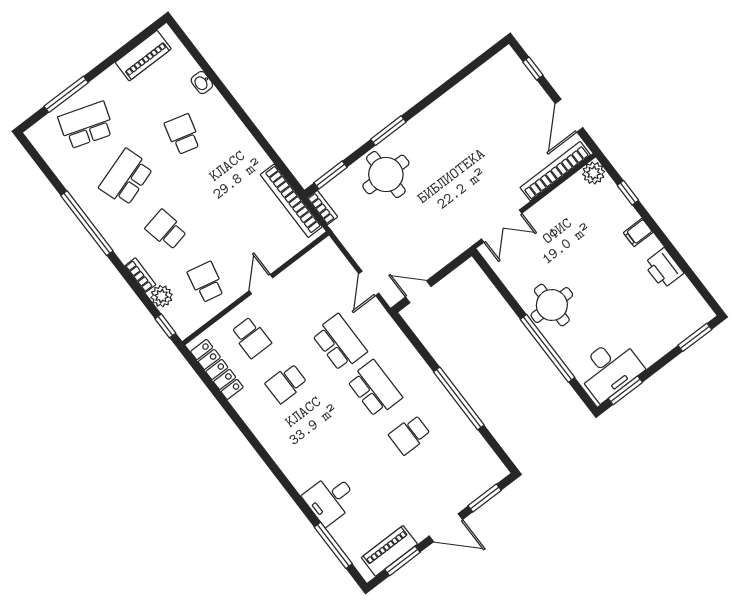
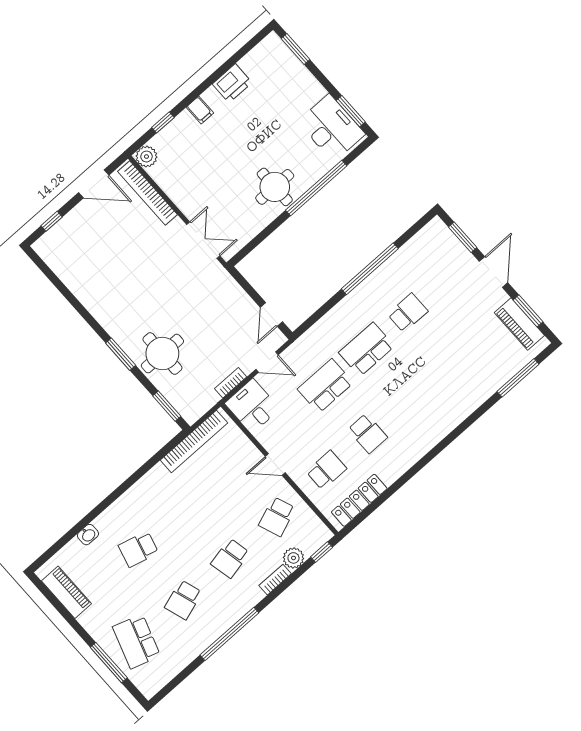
school desk: (126, 177) -> (183, 600), width x0.54
bookcase: (322, 207) -> (231, 383), moved
school desk: (206, 282) -> (277, 517), turned -33
school desk: (410, 435) -> (408, 313), turned -90
desk: (330, 499) -> (252, 406), moved, turned 180

